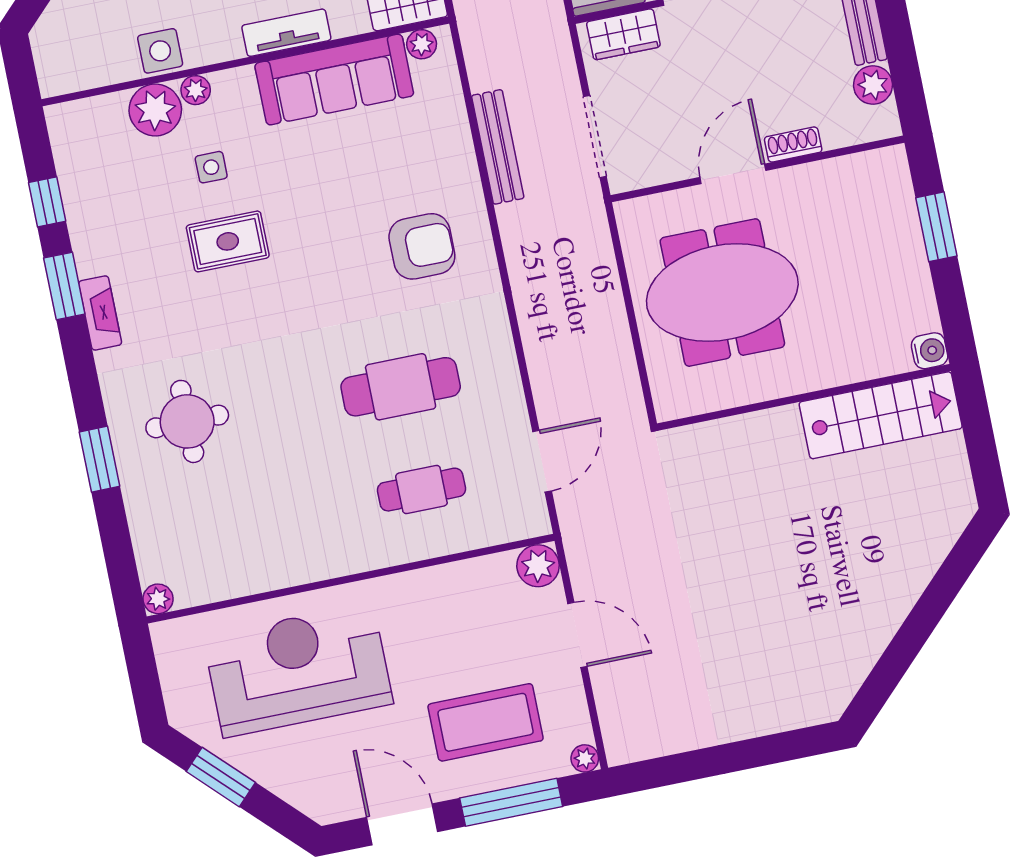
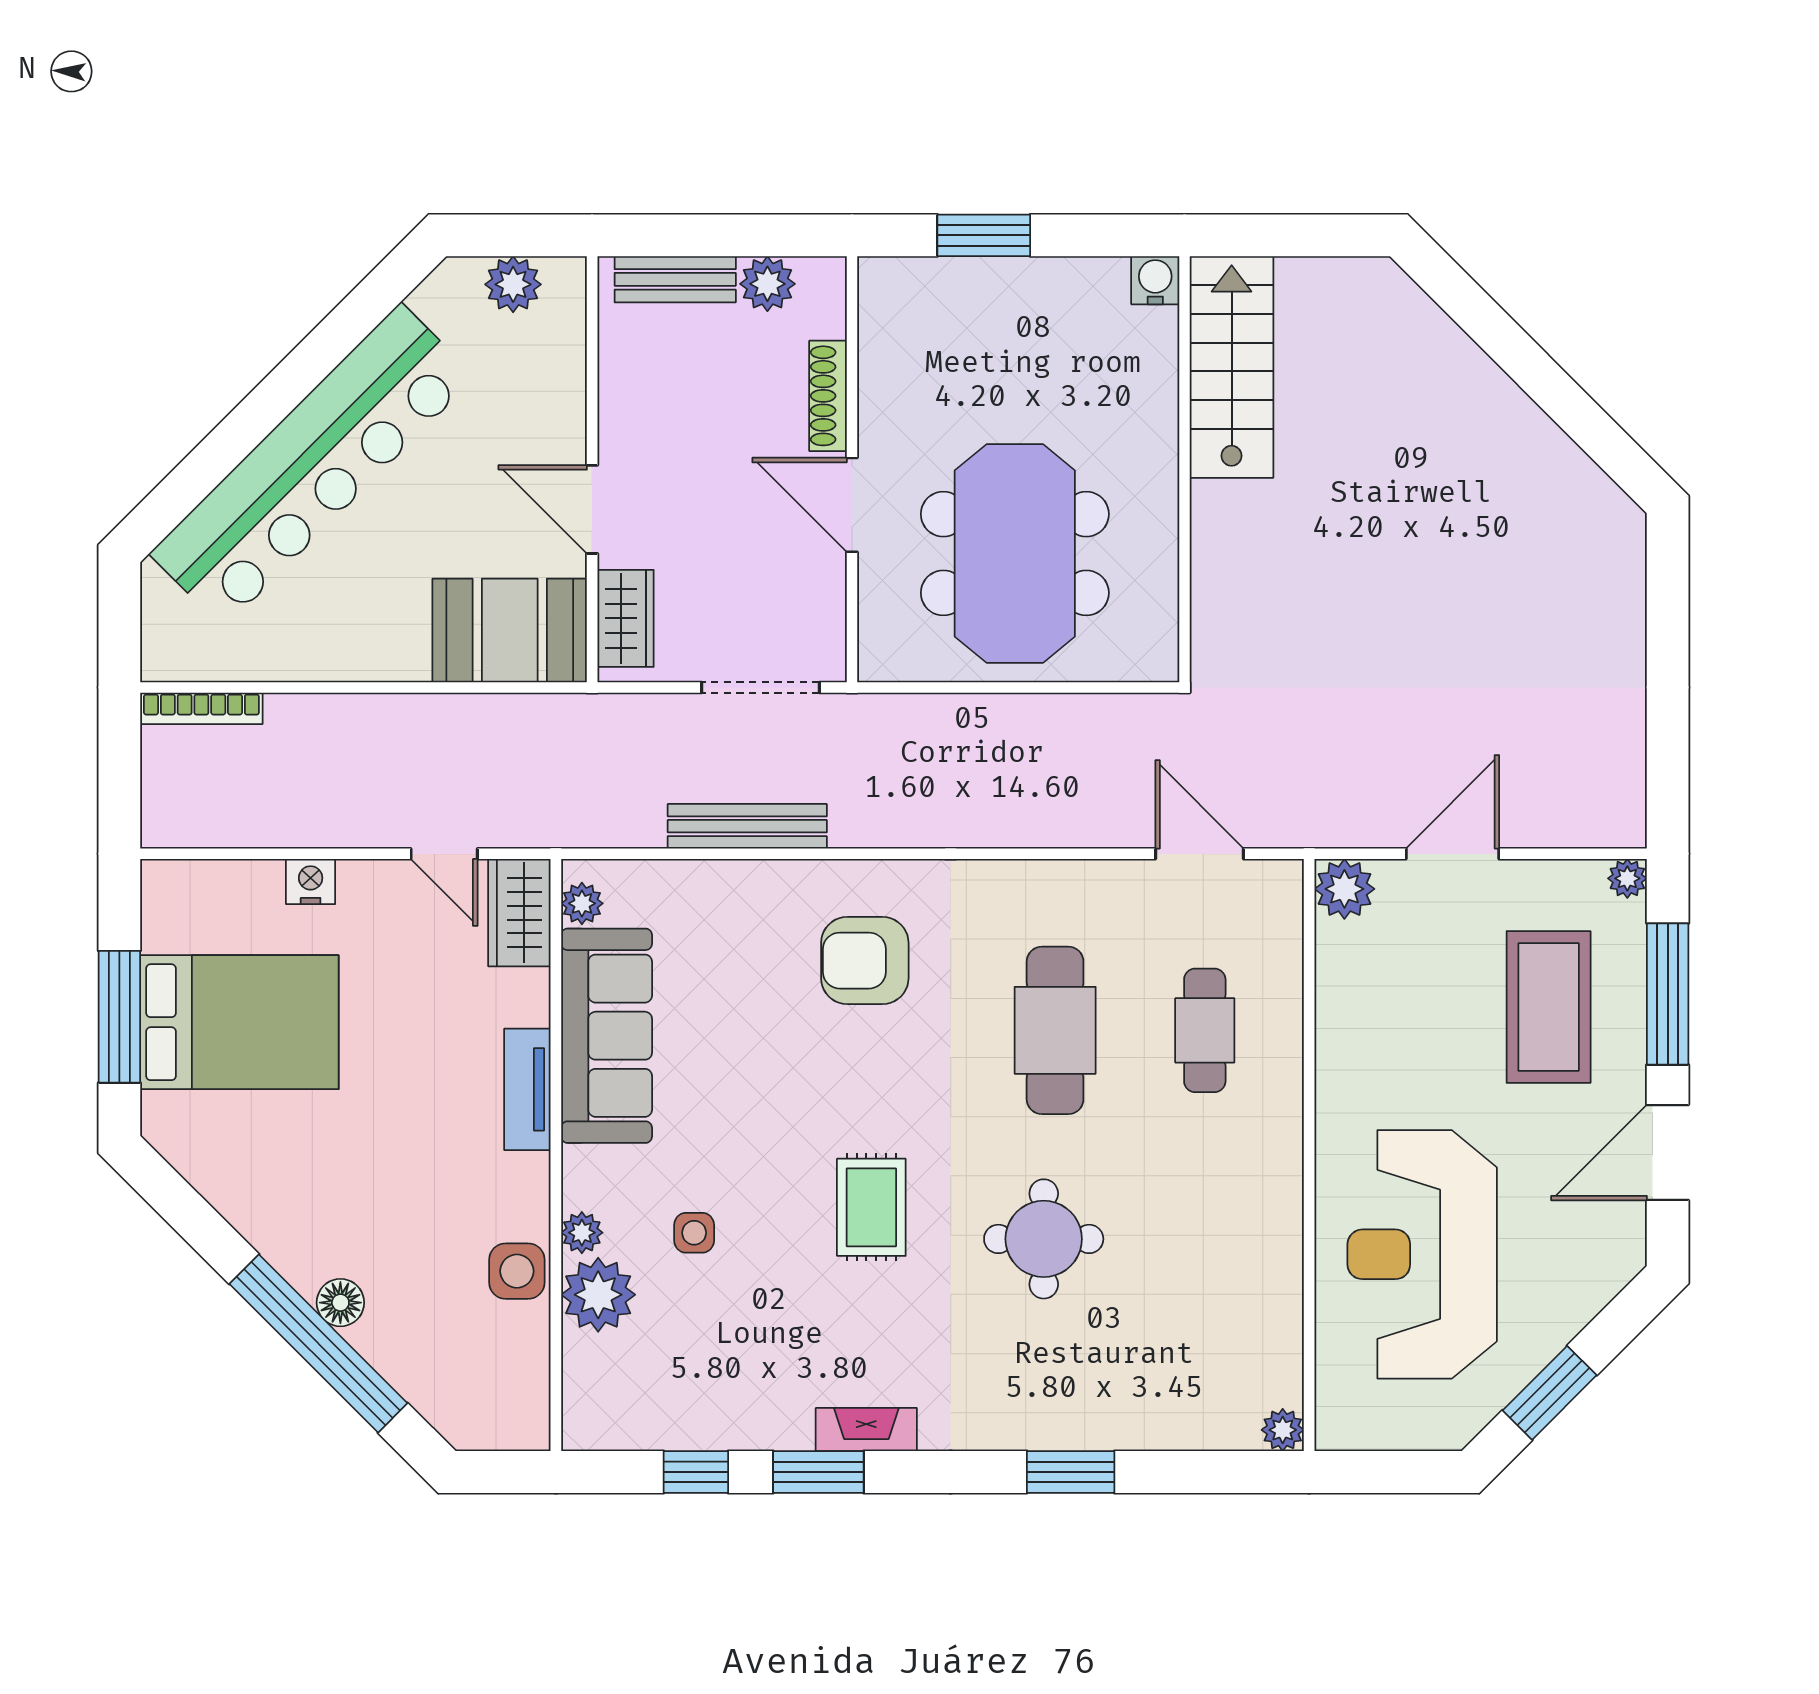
shoe rack: (793, 145) -> (828, 396), width x1.43
rug: (228, 241) -> (871, 1207), moved
armchair: (422, 246) -> (865, 961), turned -90
round table: (187, 421) -> (1044, 1239), moved

